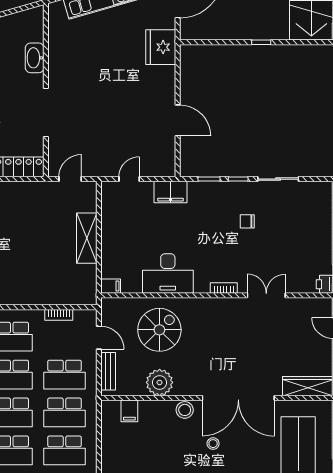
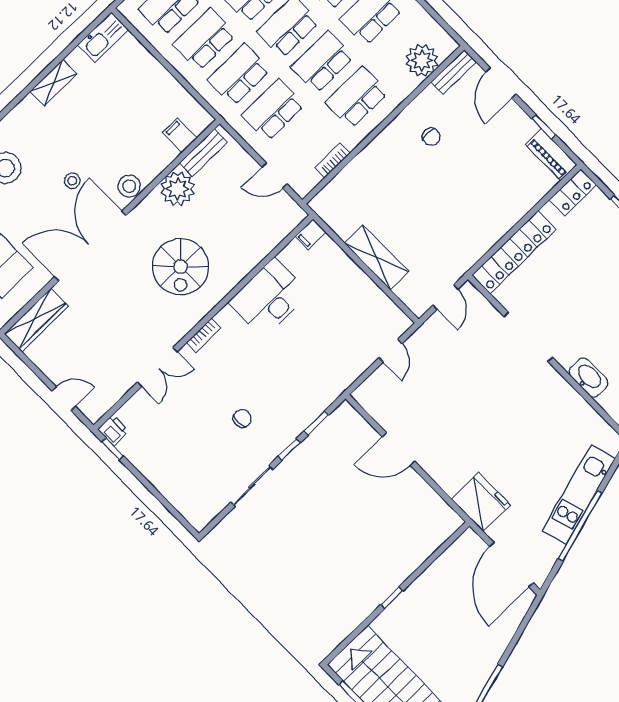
filing cabinet: (171, 192) -> (340, 376), removed
spiral stairs: (159, 330) -> (181, 267), moved
bench: (108, 371) -> (203, 153), moved, turned 90

